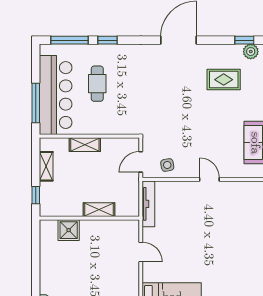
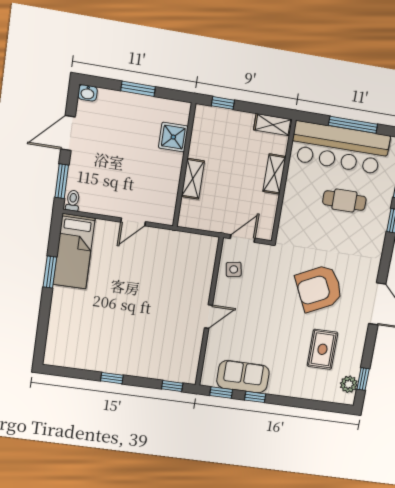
armchair: (173, 92) -> (319, 288), added
window: (36, 103) -> (353, 125), moved
door: (141, 162) -> (243, 238), hinge flipped
shelving: (46, 166) -> (273, 125), moved
tv unit: (148, 204) -> (191, 240), removed
window: (36, 263) -> (138, 89), added

